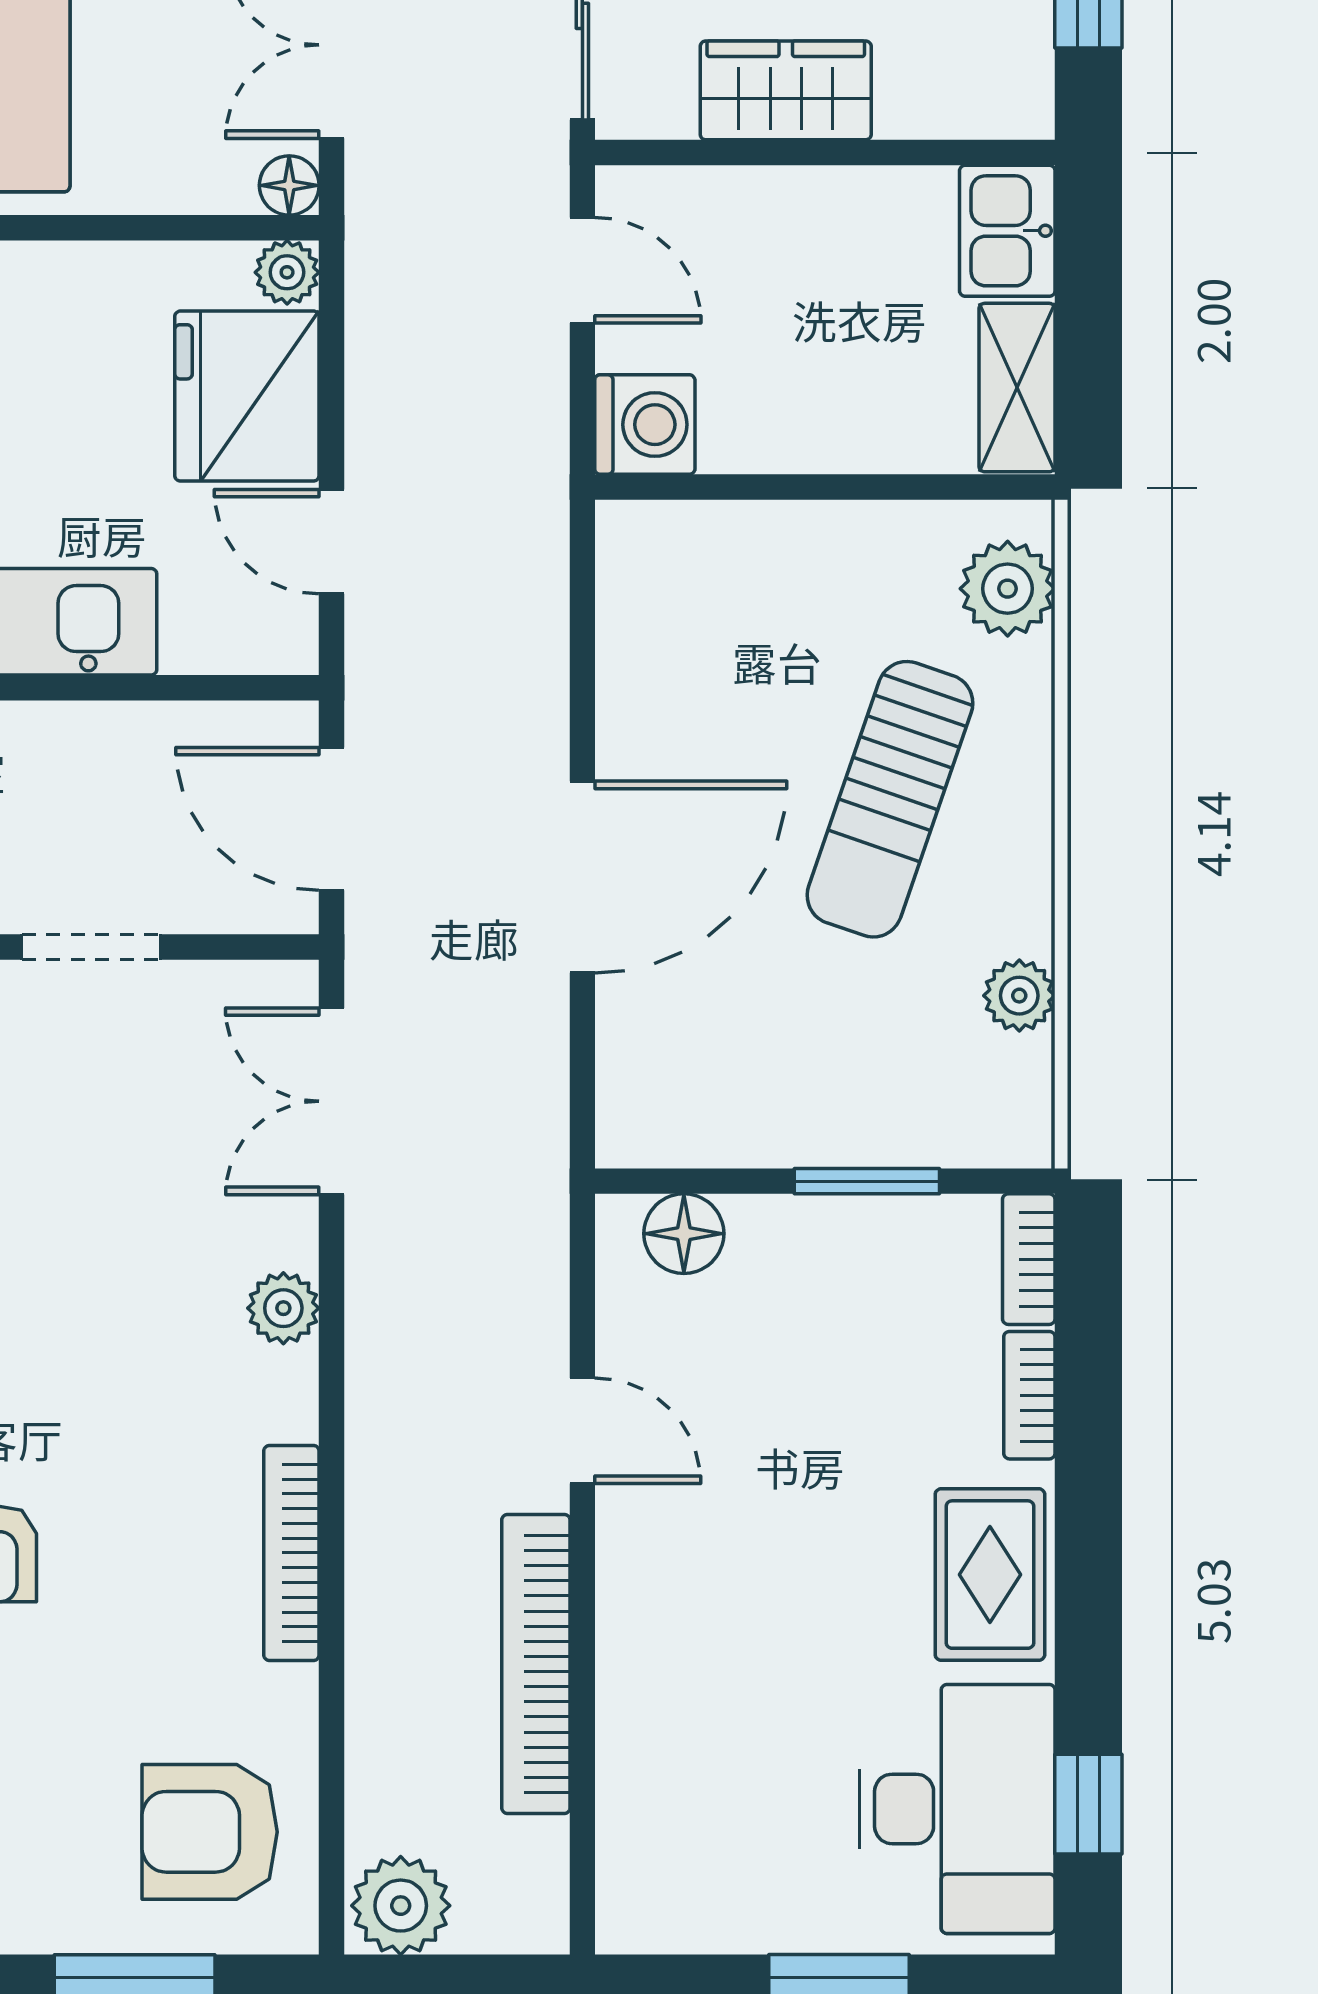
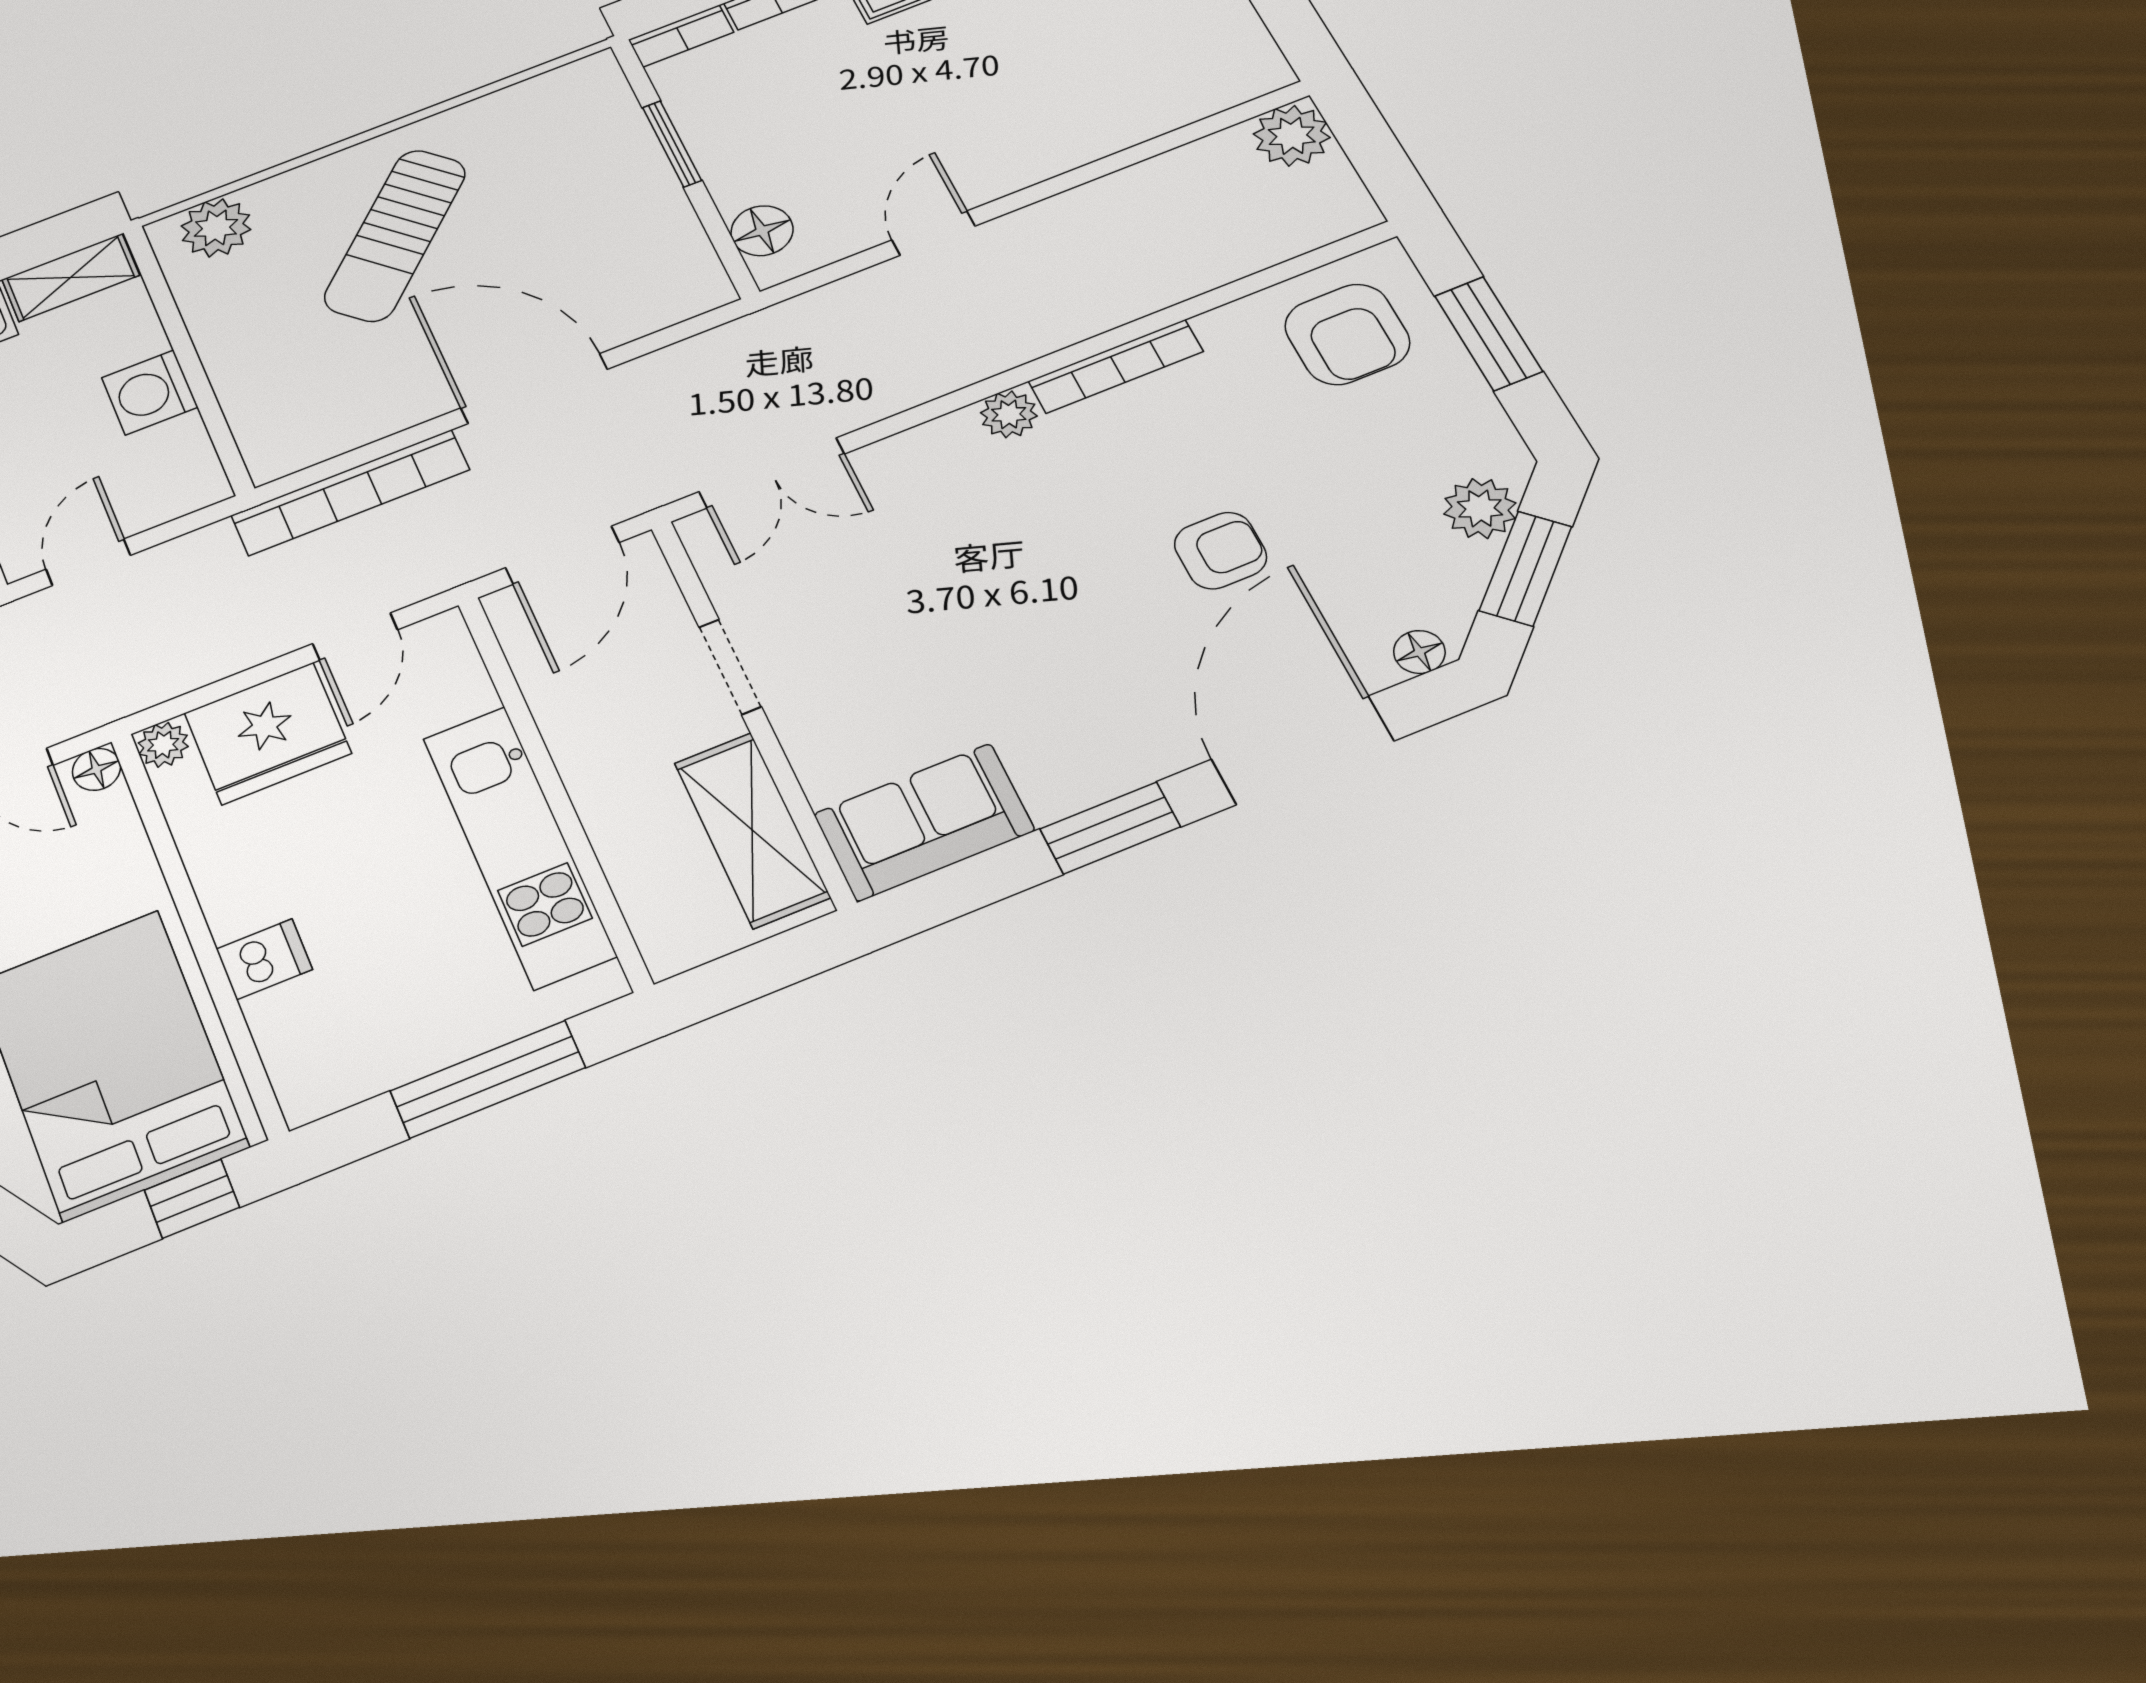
washing machine: (645, 425) -> (150, 392), moved, turned -90
sun lounger: (890, 799) -> (395, 235), turned 116
plant: (1019, 996) -> (500, 112), removed
plant: (283, 1308) -> (1009, 414), moved
bookcase: (536, 1664) -> (350, 493), moved
plant: (401, 1906) -> (1292, 136), moved

